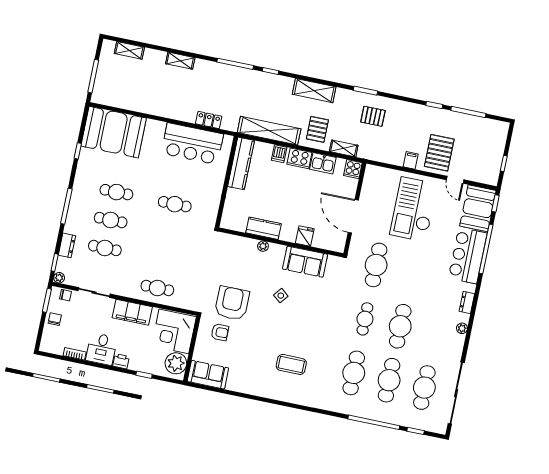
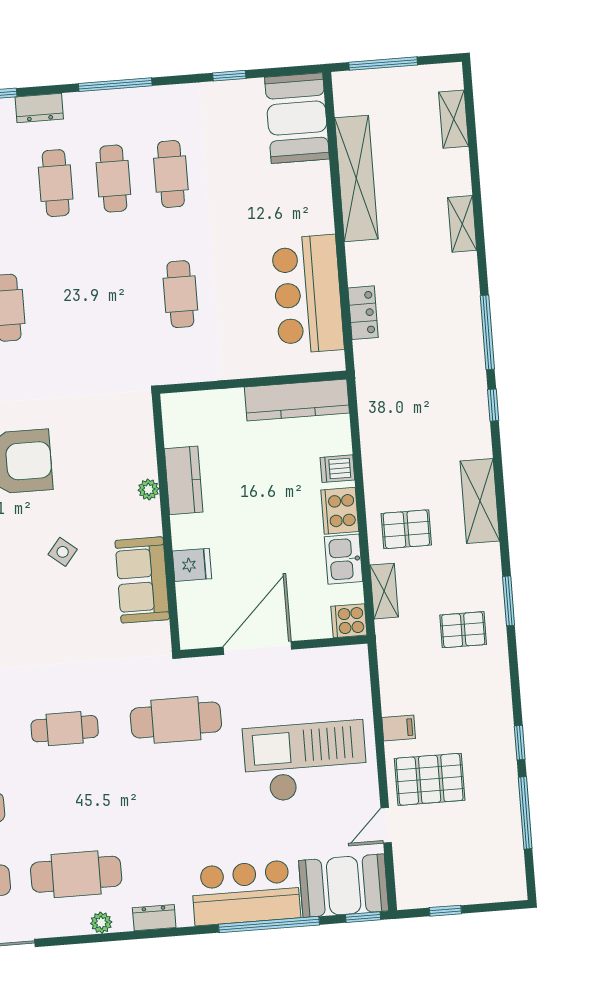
pallet: (373, 116) -> (463, 630), turned 90
shelving: (269, 131) -> (356, 178), moved
booth: (114, 132) -> (297, 118), width x0.73, depth x0.70
cafe table: (400, 326) -> (76, 874), moved

